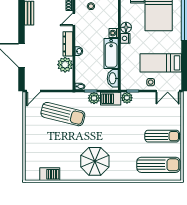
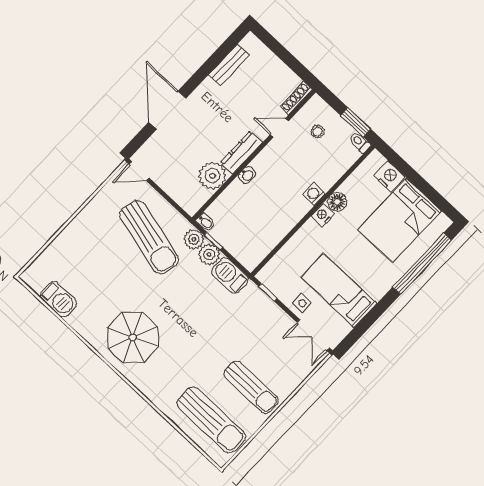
bathtub: (111, 54) -> (286, 218), removed
washbasin: (113, 78) -> (258, 252), removed
plant: (127, 98) -> (194, 239), moved

